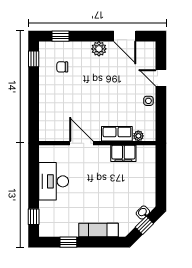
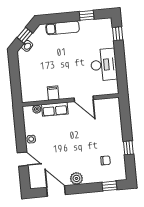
window: (34, 59) -> (128, 148), moved
filing cabinet: (123, 153) -> (53, 93), width x0.50

